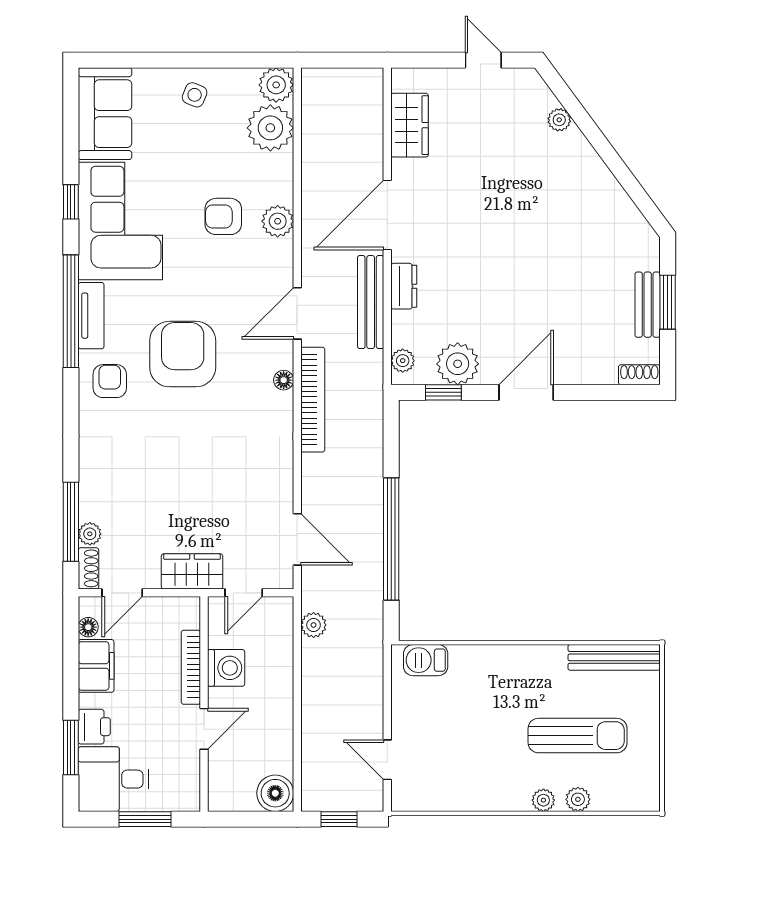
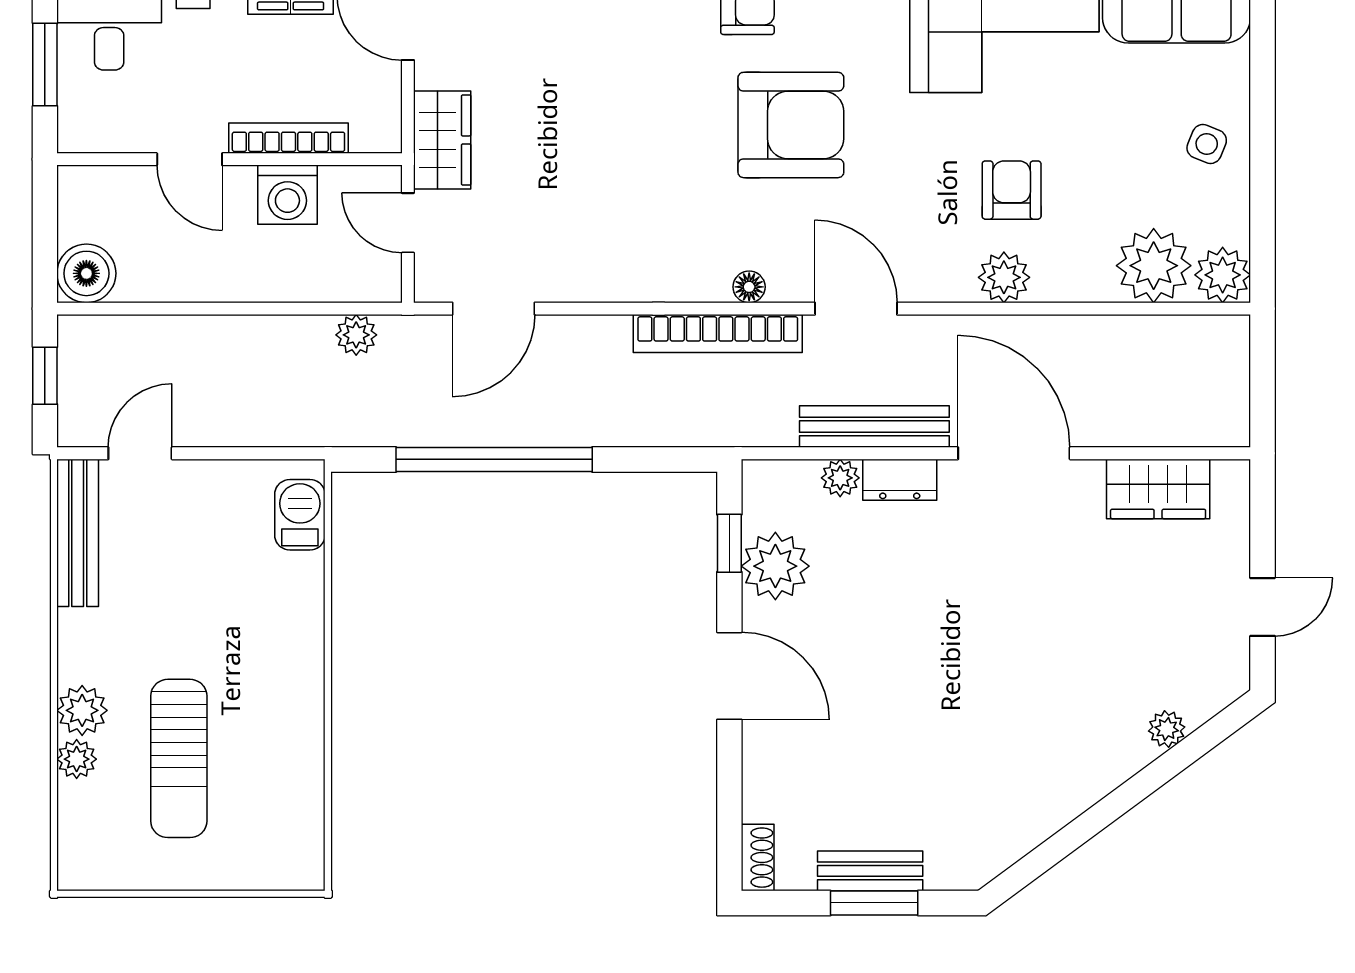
plant: (403, 361) -> (840, 478), moved
bench: (614, 657) -> (78, 533), moved
plant: (543, 800) -> (82, 710), width x1.38, depth x1.38

